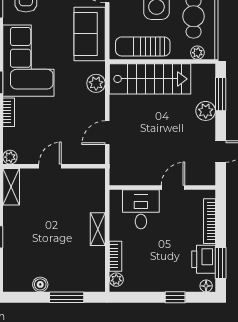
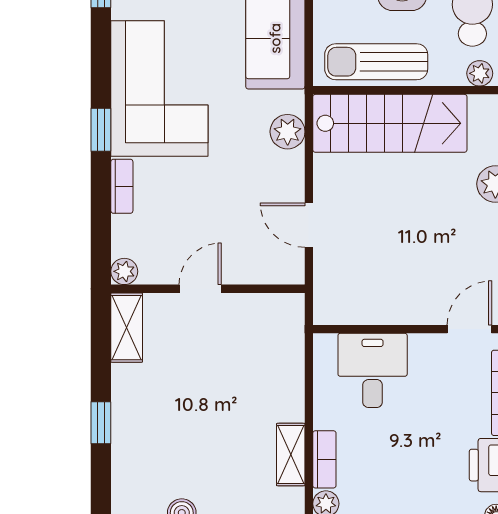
door: (107, 133) -> (309, 225), hinge flipped
door: (173, 188) -> (469, 329), moved
shelving: (98, 229) -> (291, 455), moved

